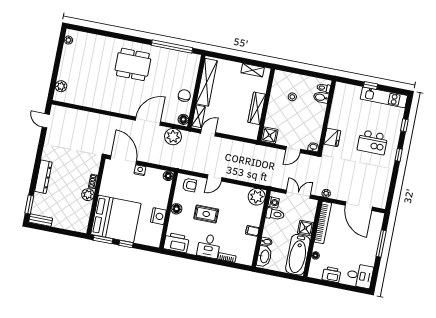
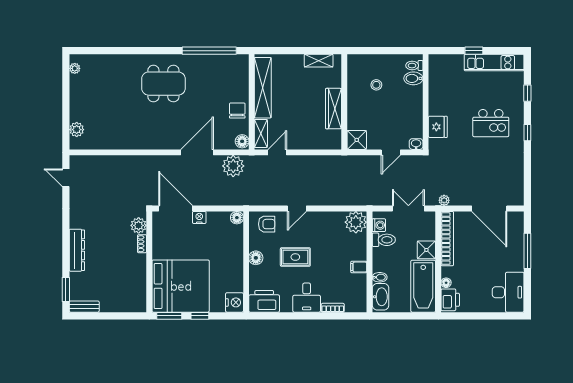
plant: (88, 195) -> (139, 225), moved
nightstand: (158, 216) -> (234, 302), moved
printer: (331, 275) -> (450, 300), moved, turned 90
desk: (360, 276) -> (508, 292), width x1.37

